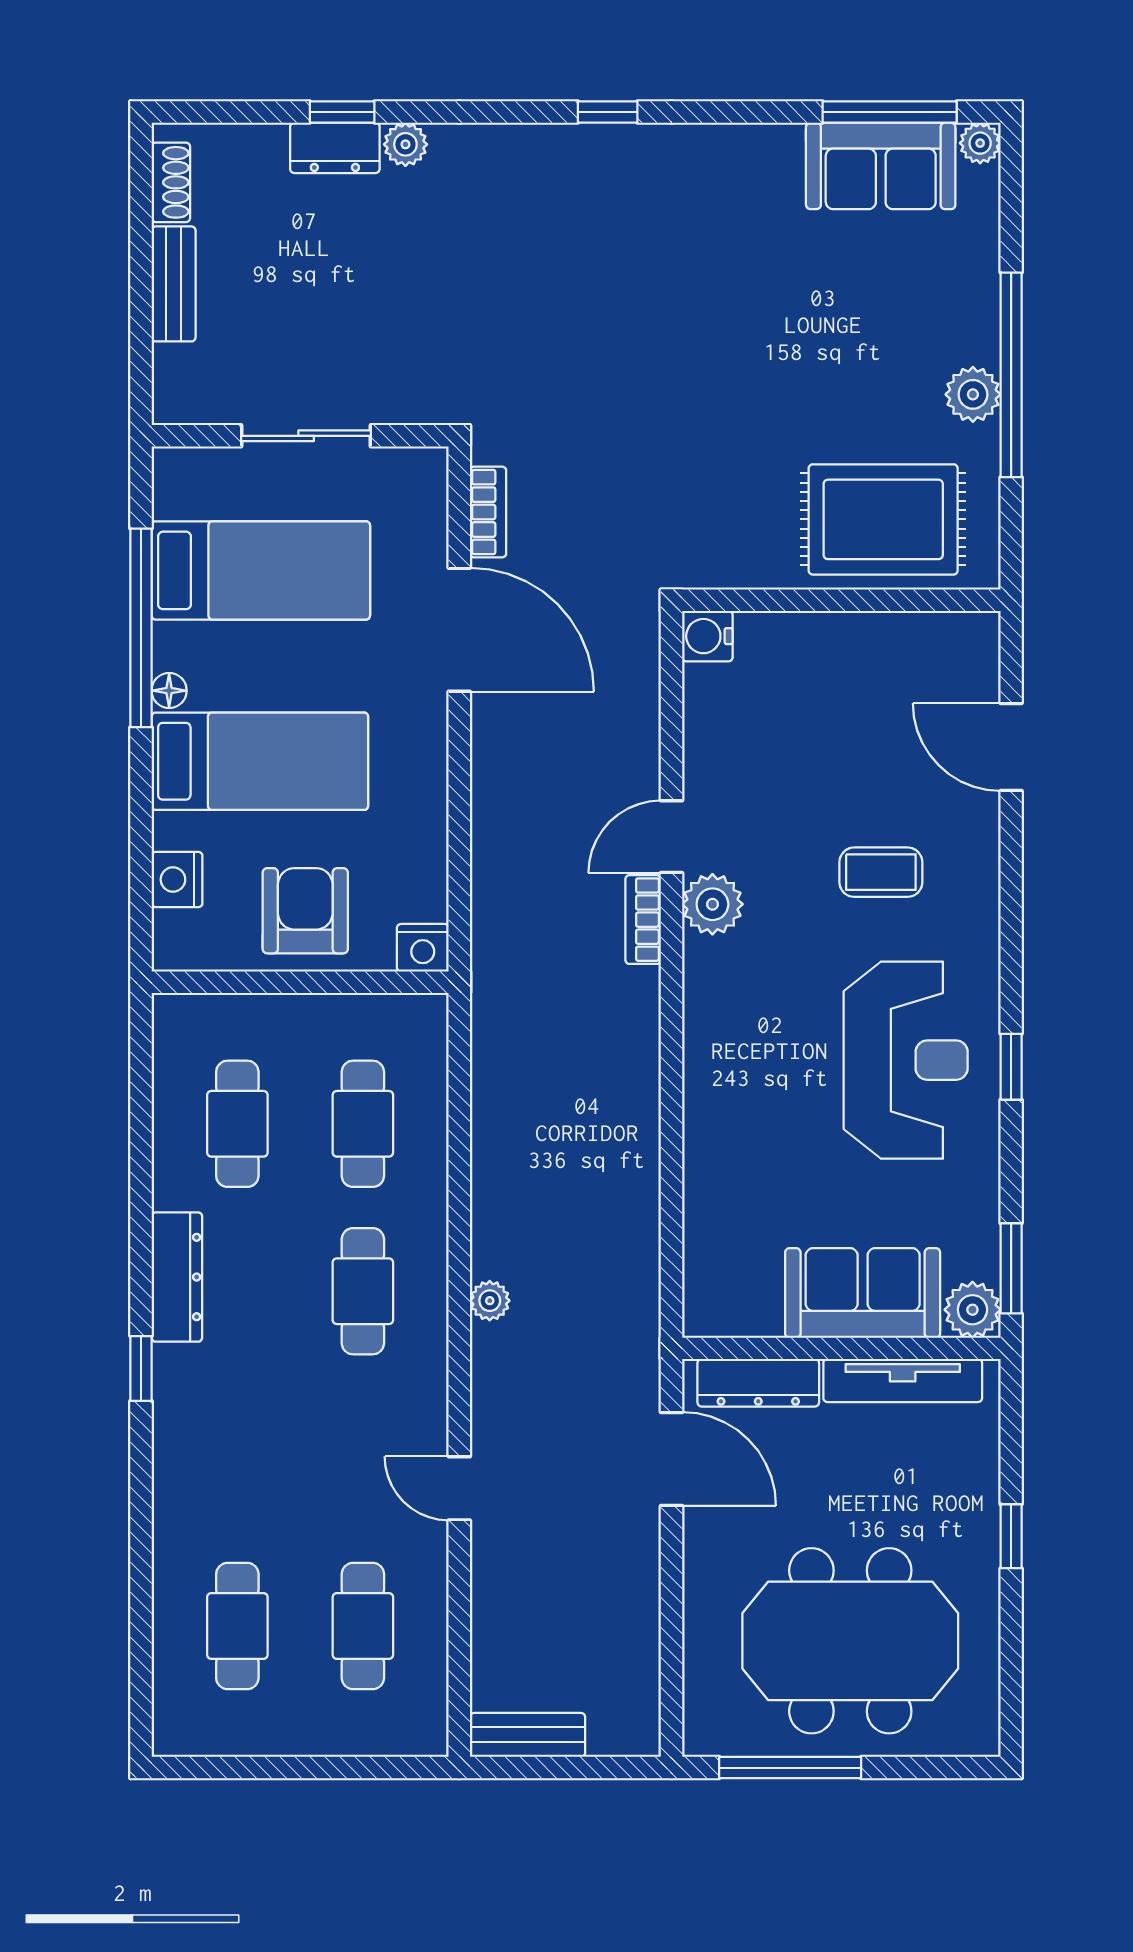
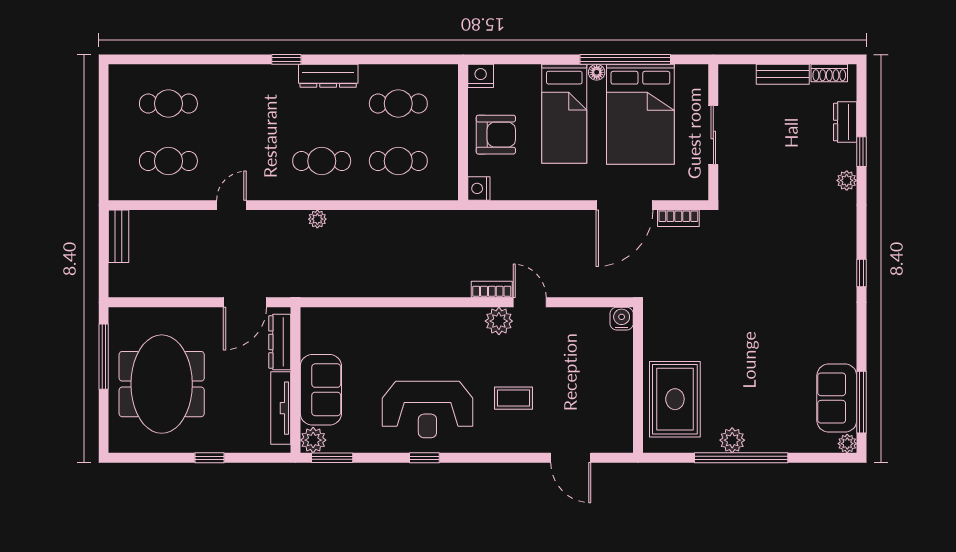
dresser: (335, 148) -> (845, 122), moved
bed: (261, 570) -> (640, 114), width x1.50
door: (1011, 747) -> (571, 458), swing flipped
coffee table: (881, 872) -> (514, 398), turned 90
nightstand: (177, 880) -> (481, 76), moved

